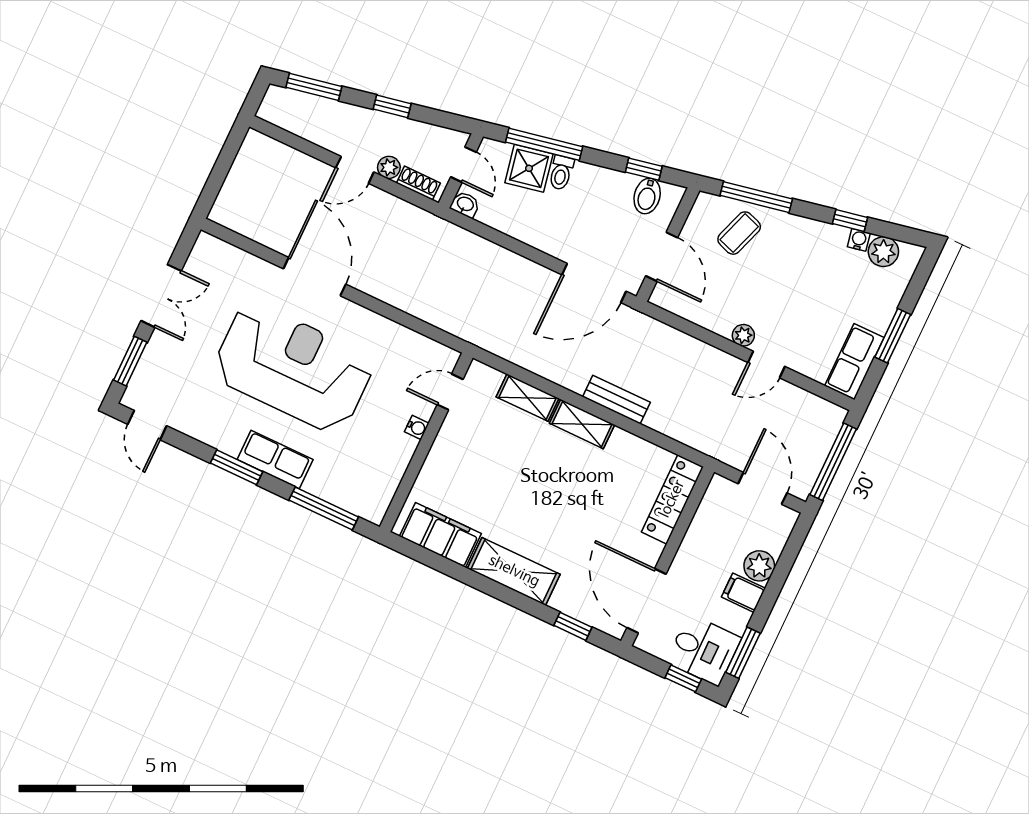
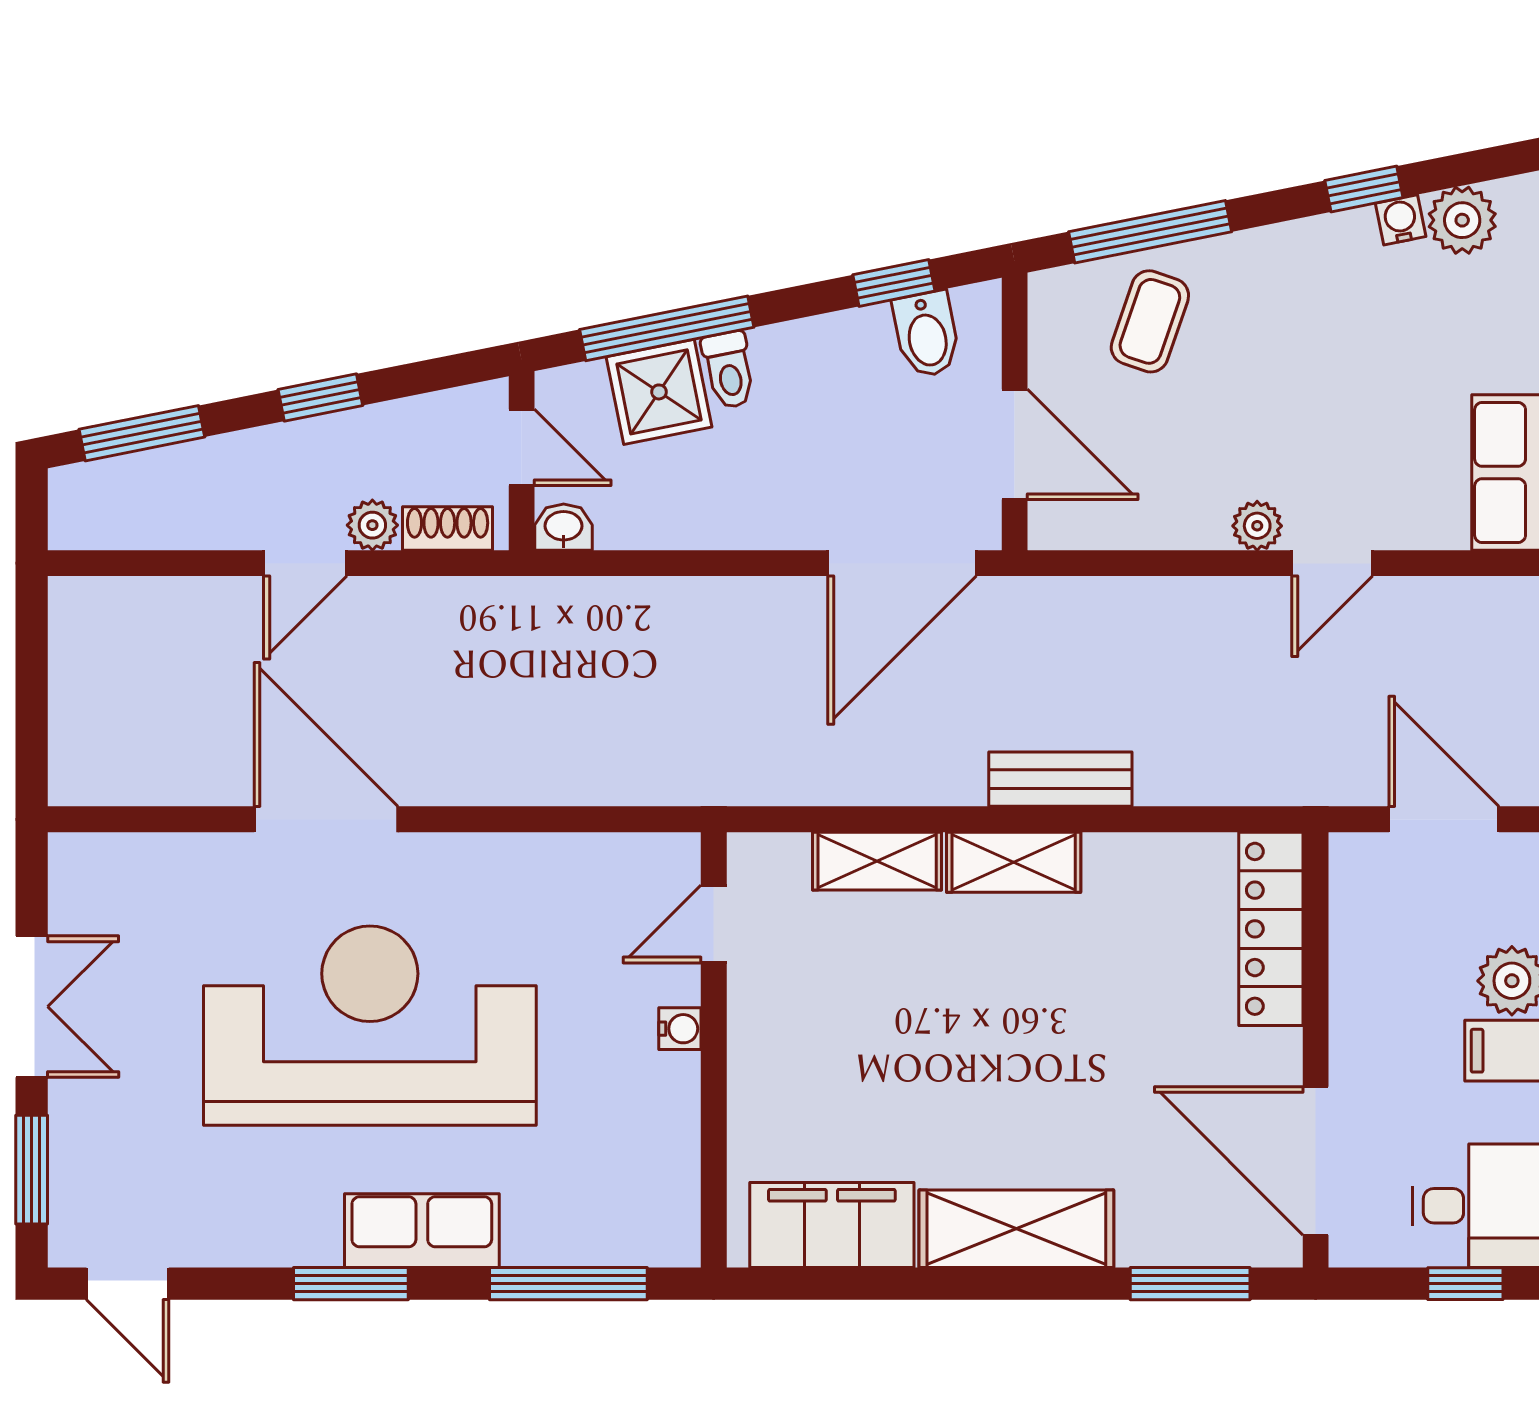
window: (573, 626) -> (1190, 1284), width x1.50

